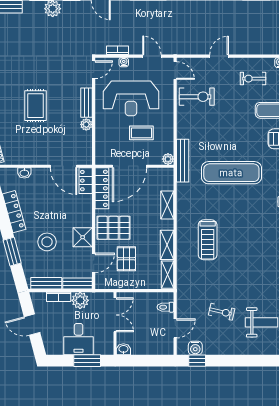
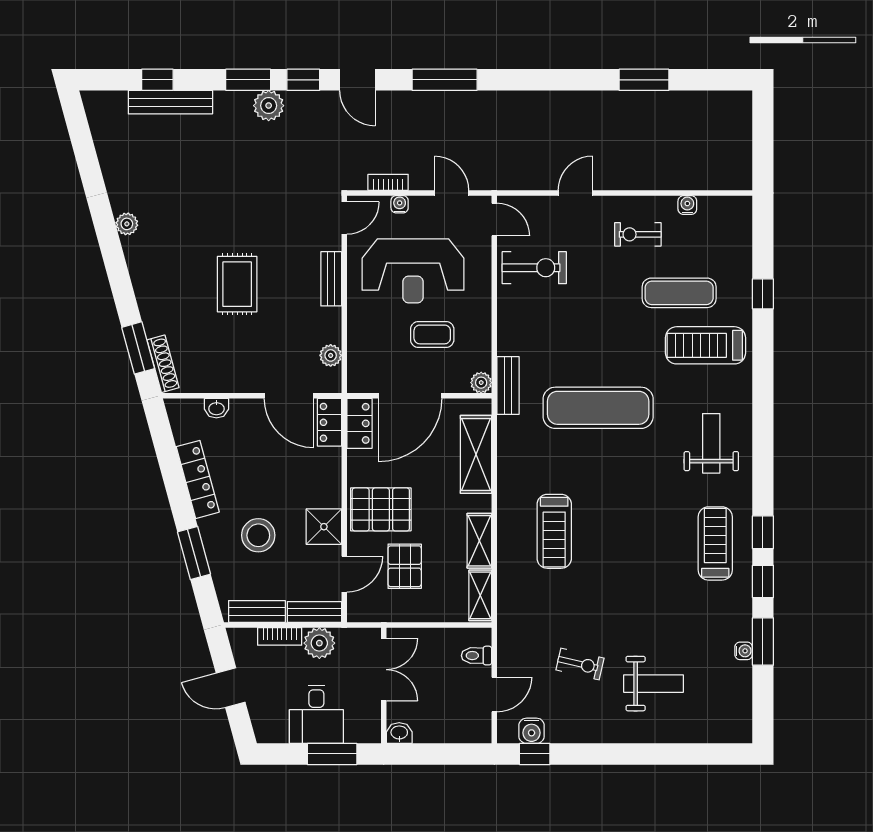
plant: (86, 124) -> (331, 355), moved
bench: (183, 161) -> (508, 386), width x0.73
locker: (102, 188) -> (359, 423), width x0.66
shelving: (167, 205) -> (476, 454), width x1.50, depth x1.33

